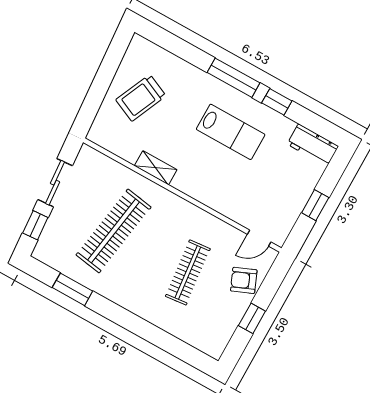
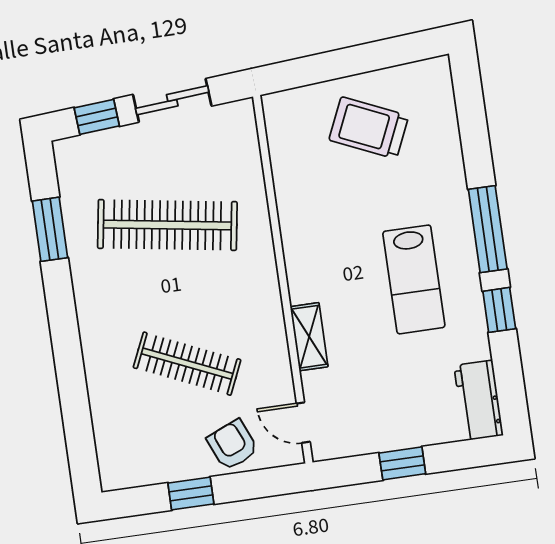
shelving: (156, 168) -> (309, 337), moved
clothes rail: (188, 272) -> (187, 364), turned 30

